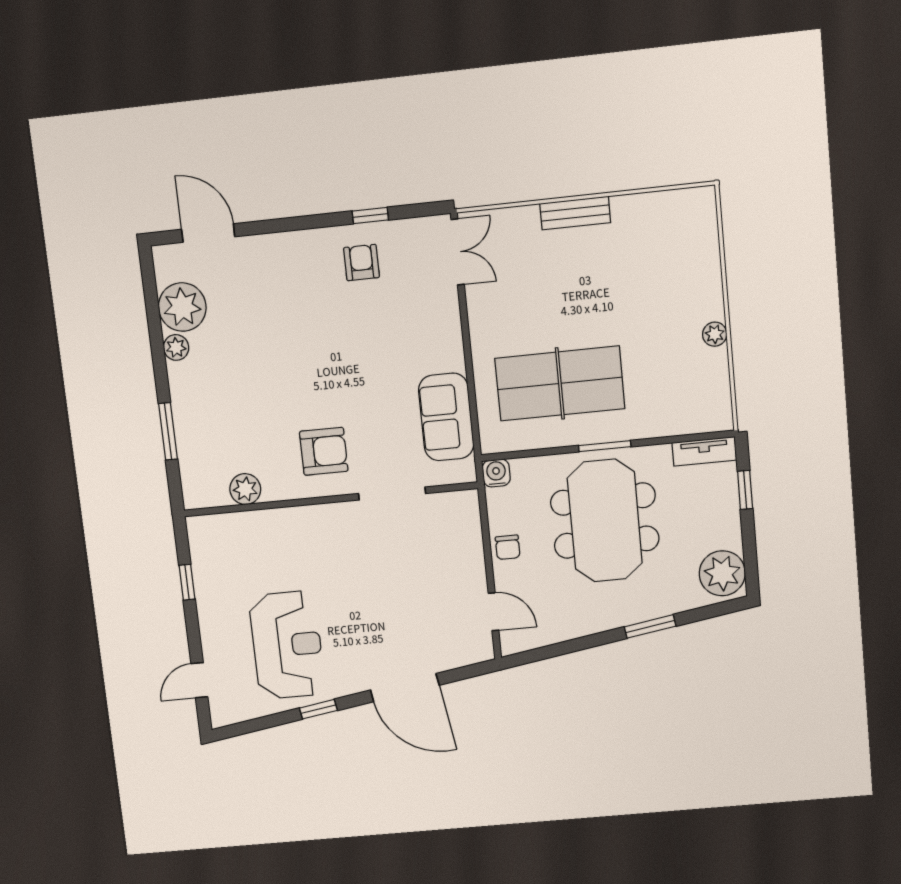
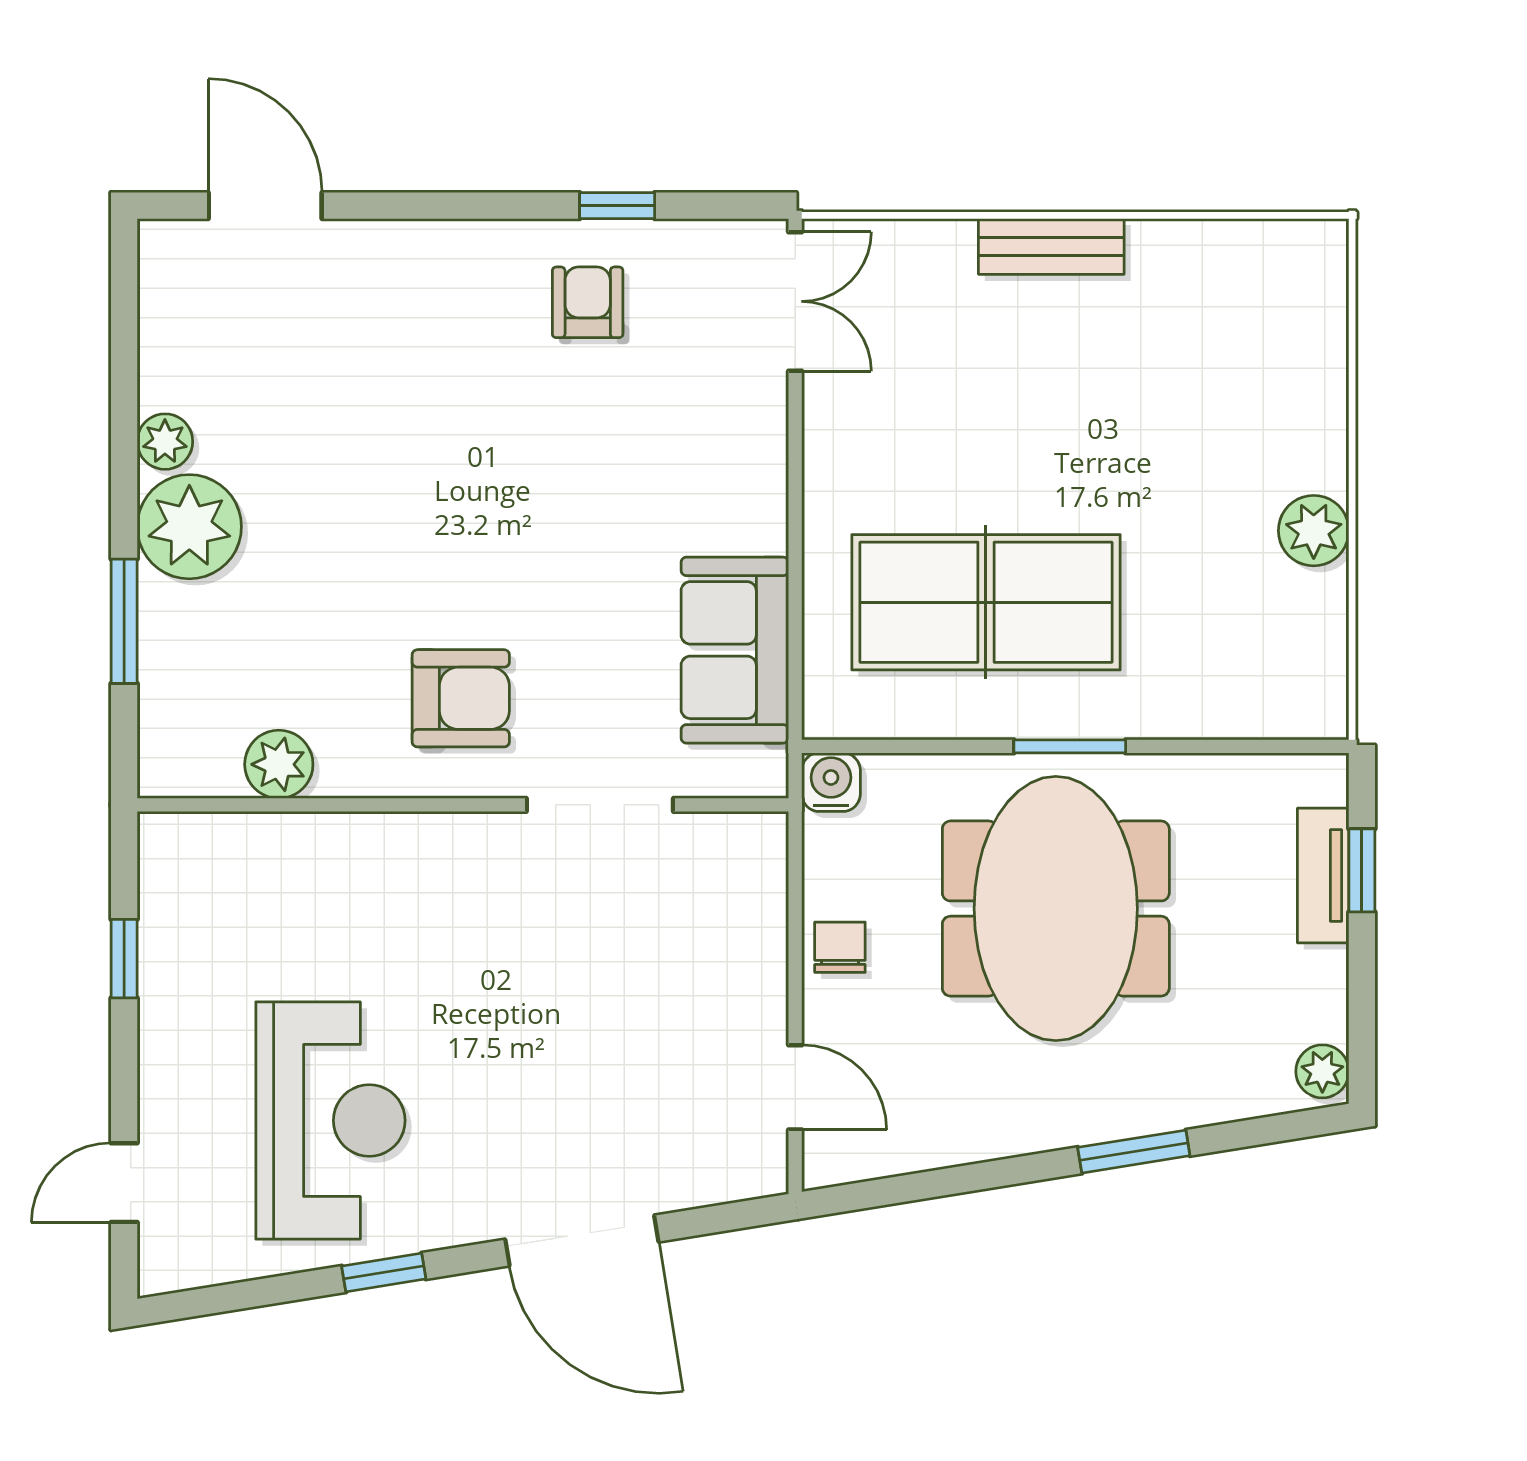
plant: (182, 307) -> (189, 527), moved
plant: (715, 334) -> (1314, 531), width x1.38, depth x1.38
tv unit: (704, 451) -> (1323, 876), moved, turned 90
chair: (508, 547) -> (840, 947), turned 180
plant: (722, 573) -> (1322, 1071), width x0.53, depth x0.53

